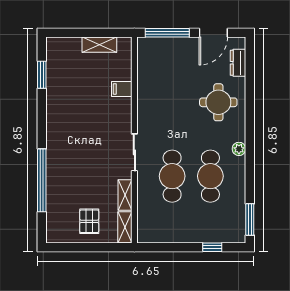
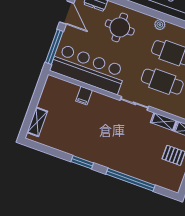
shelving: (99, 45) -> (37, 122), moved
window: (42, 75) -> (82, 162), moved
bar counter: (155, 83) -> (88, 69), added

